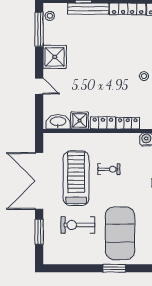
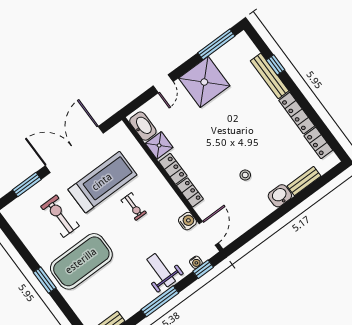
stool: (50, 16) -> (236, 45), removed
shower: (55, 57) -> (204, 82), width x1.37, depth x1.37

